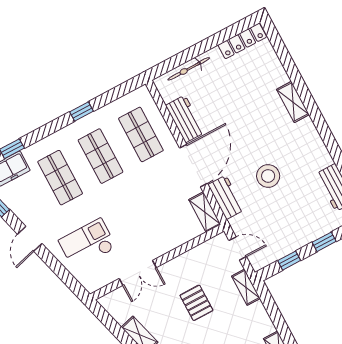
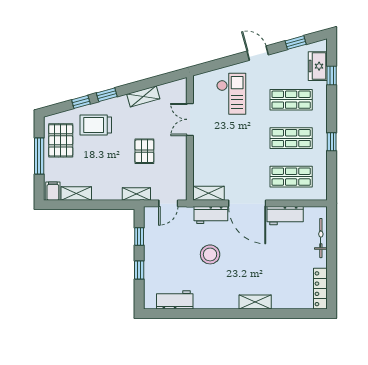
pallet: (196, 303) -> (144, 151), turned 90

